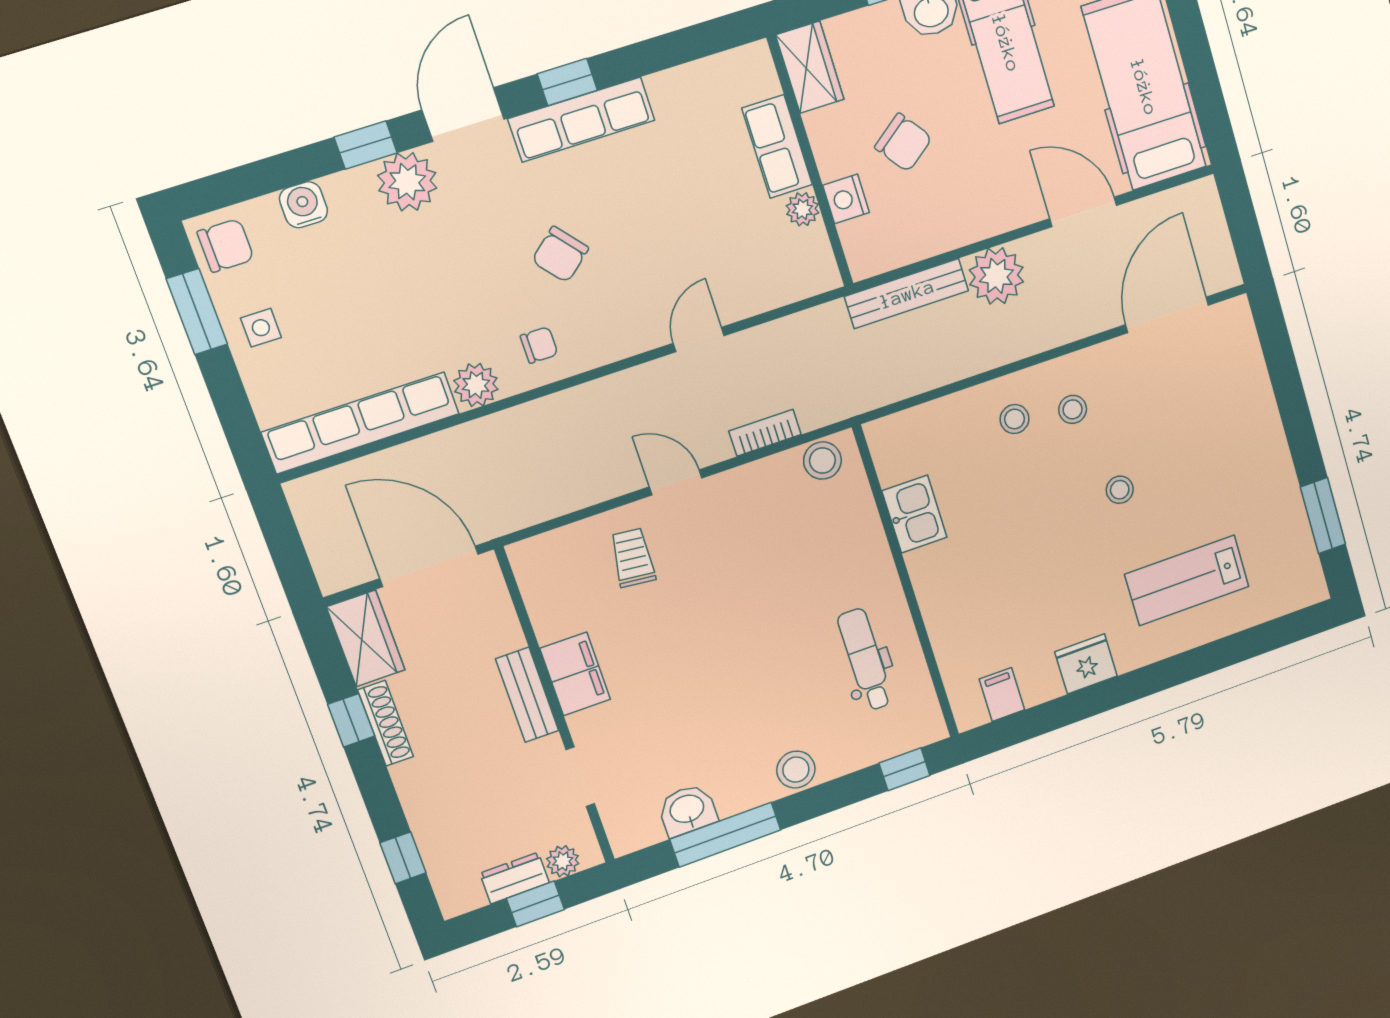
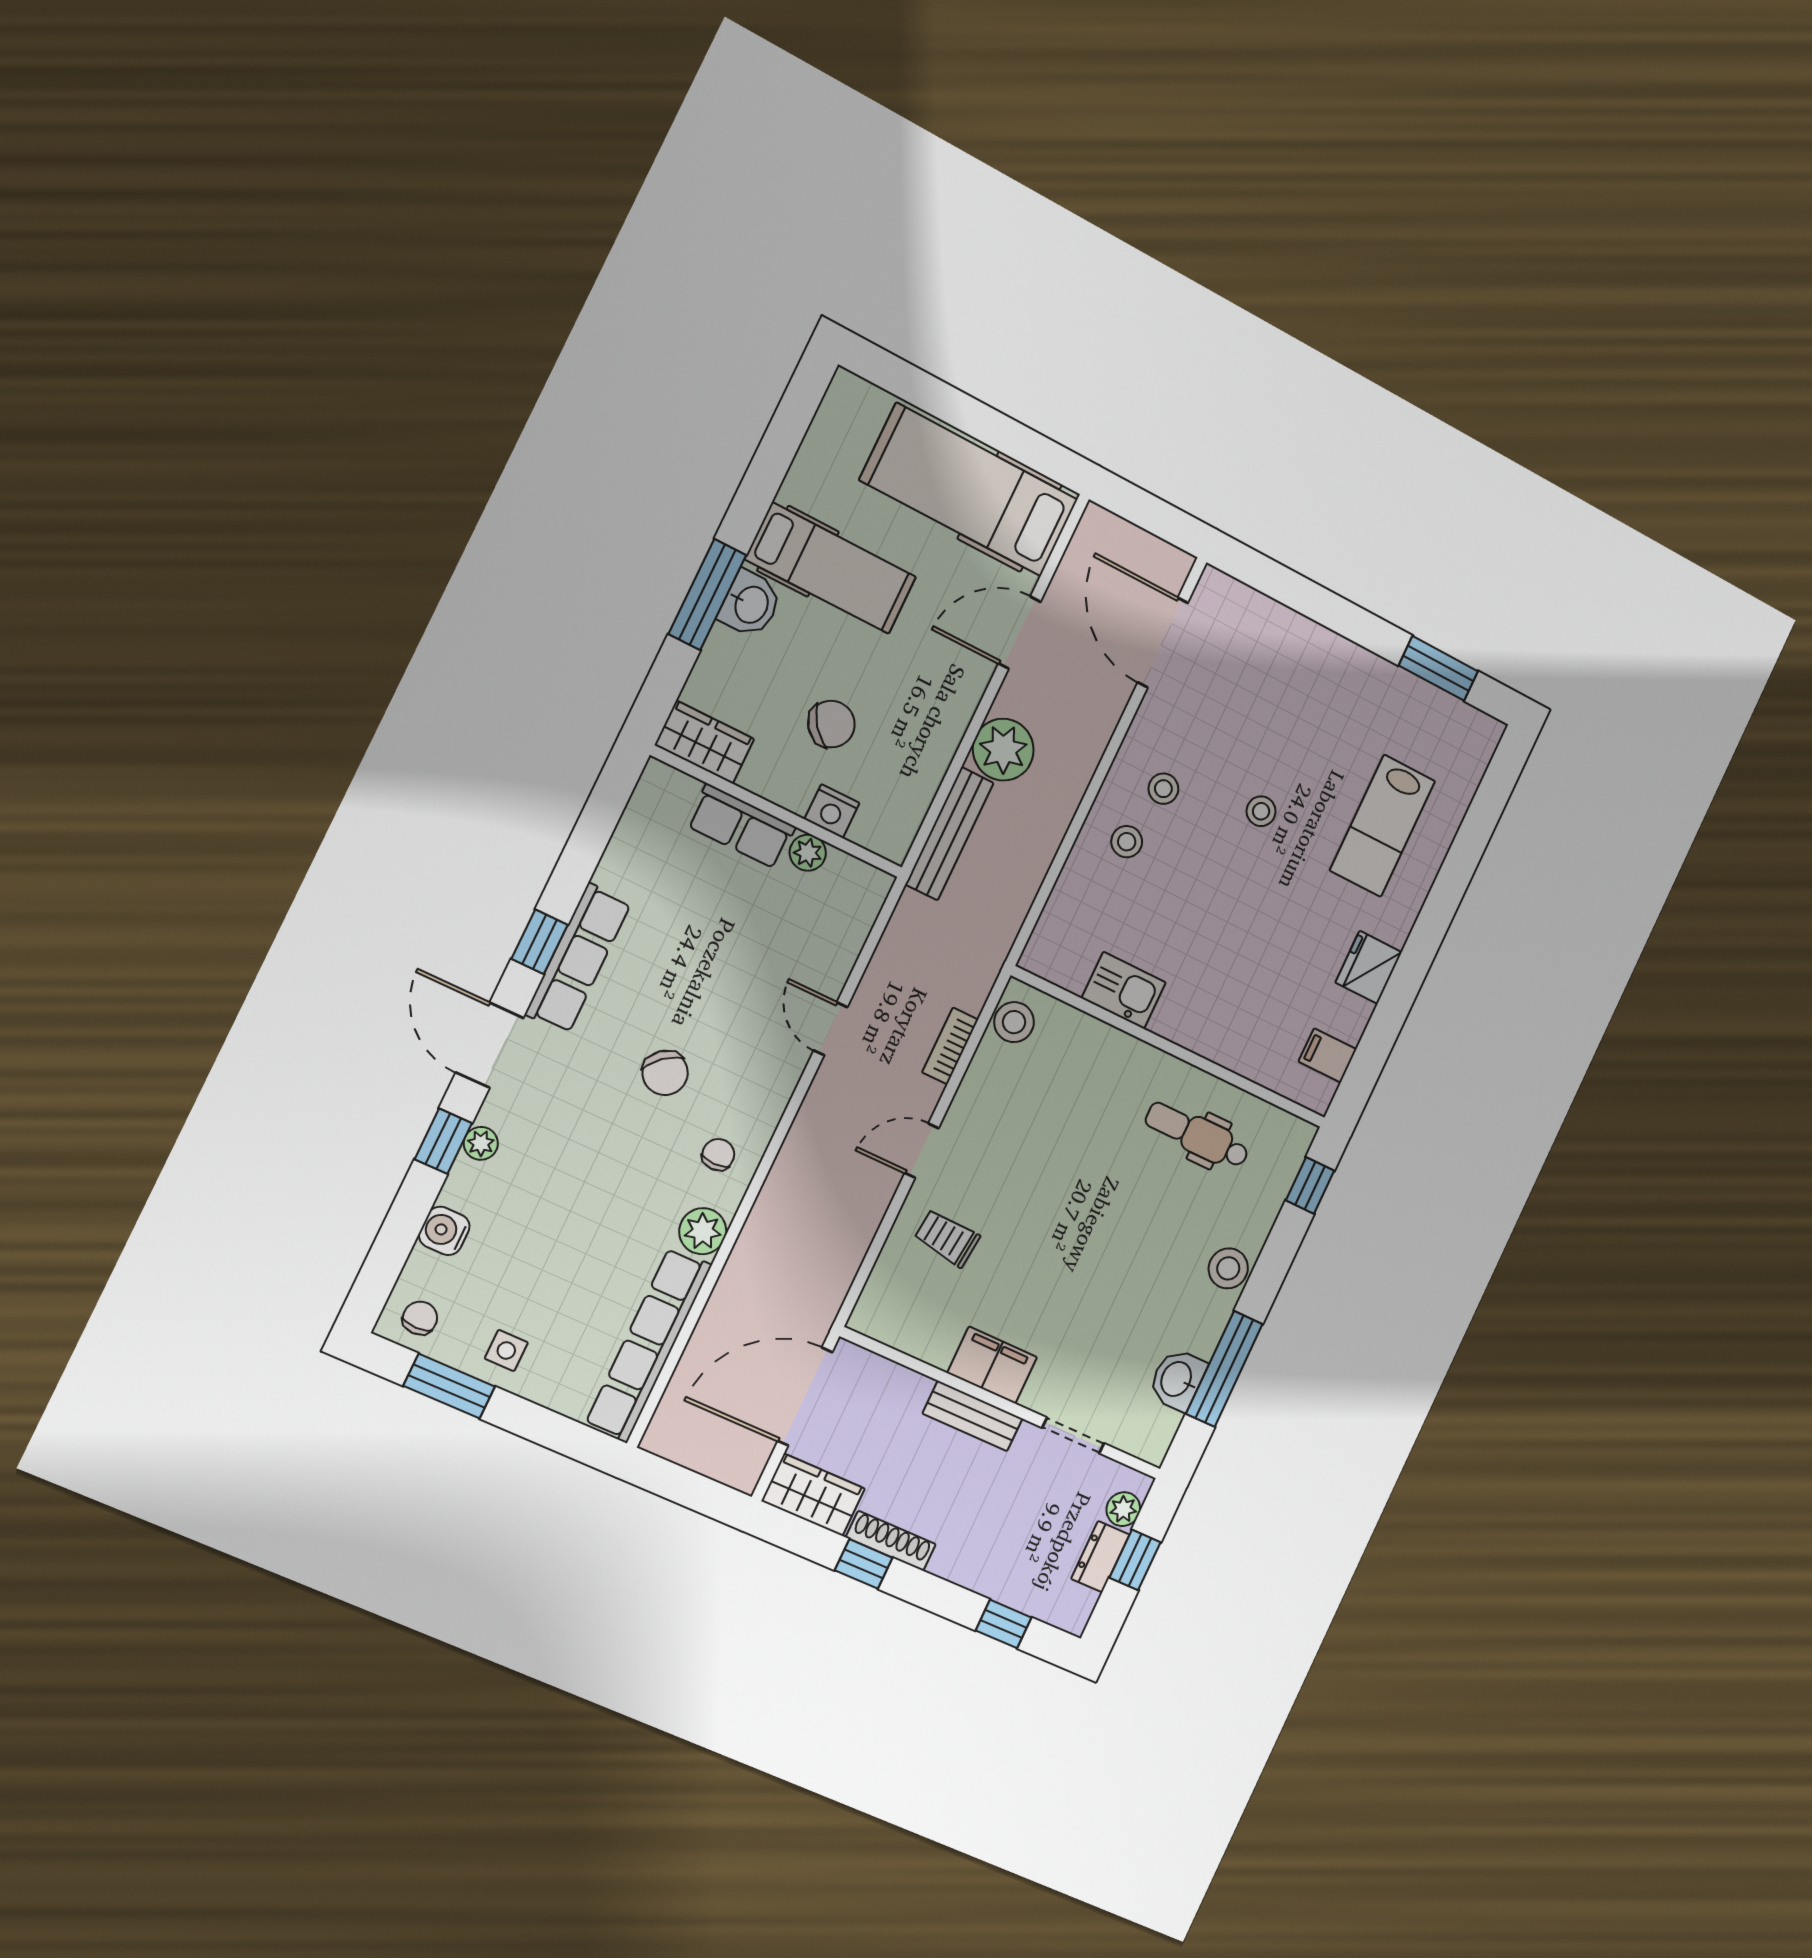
plant: (407, 182) -> (481, 1143), width x0.53, depth x0.53
chair: (226, 246) -> (420, 1318), width x0.73, depth x0.73

